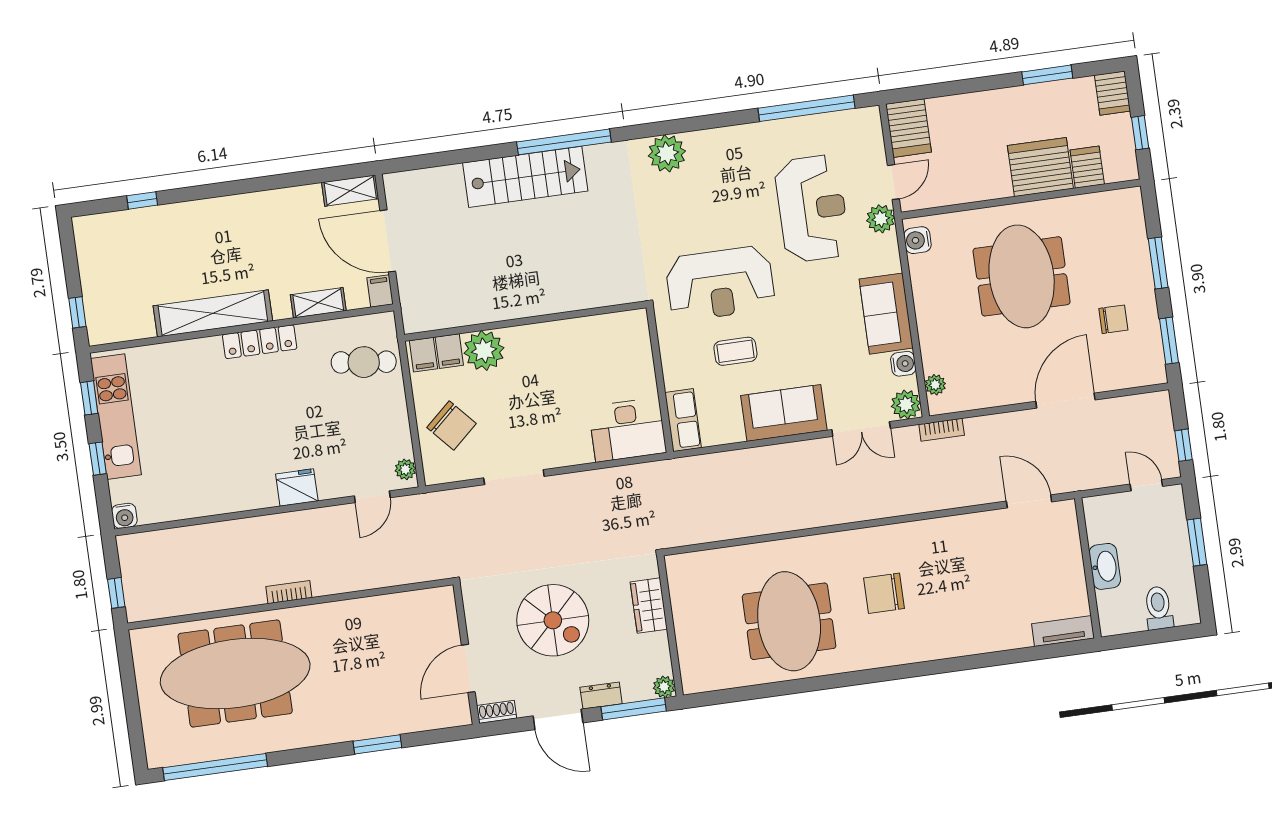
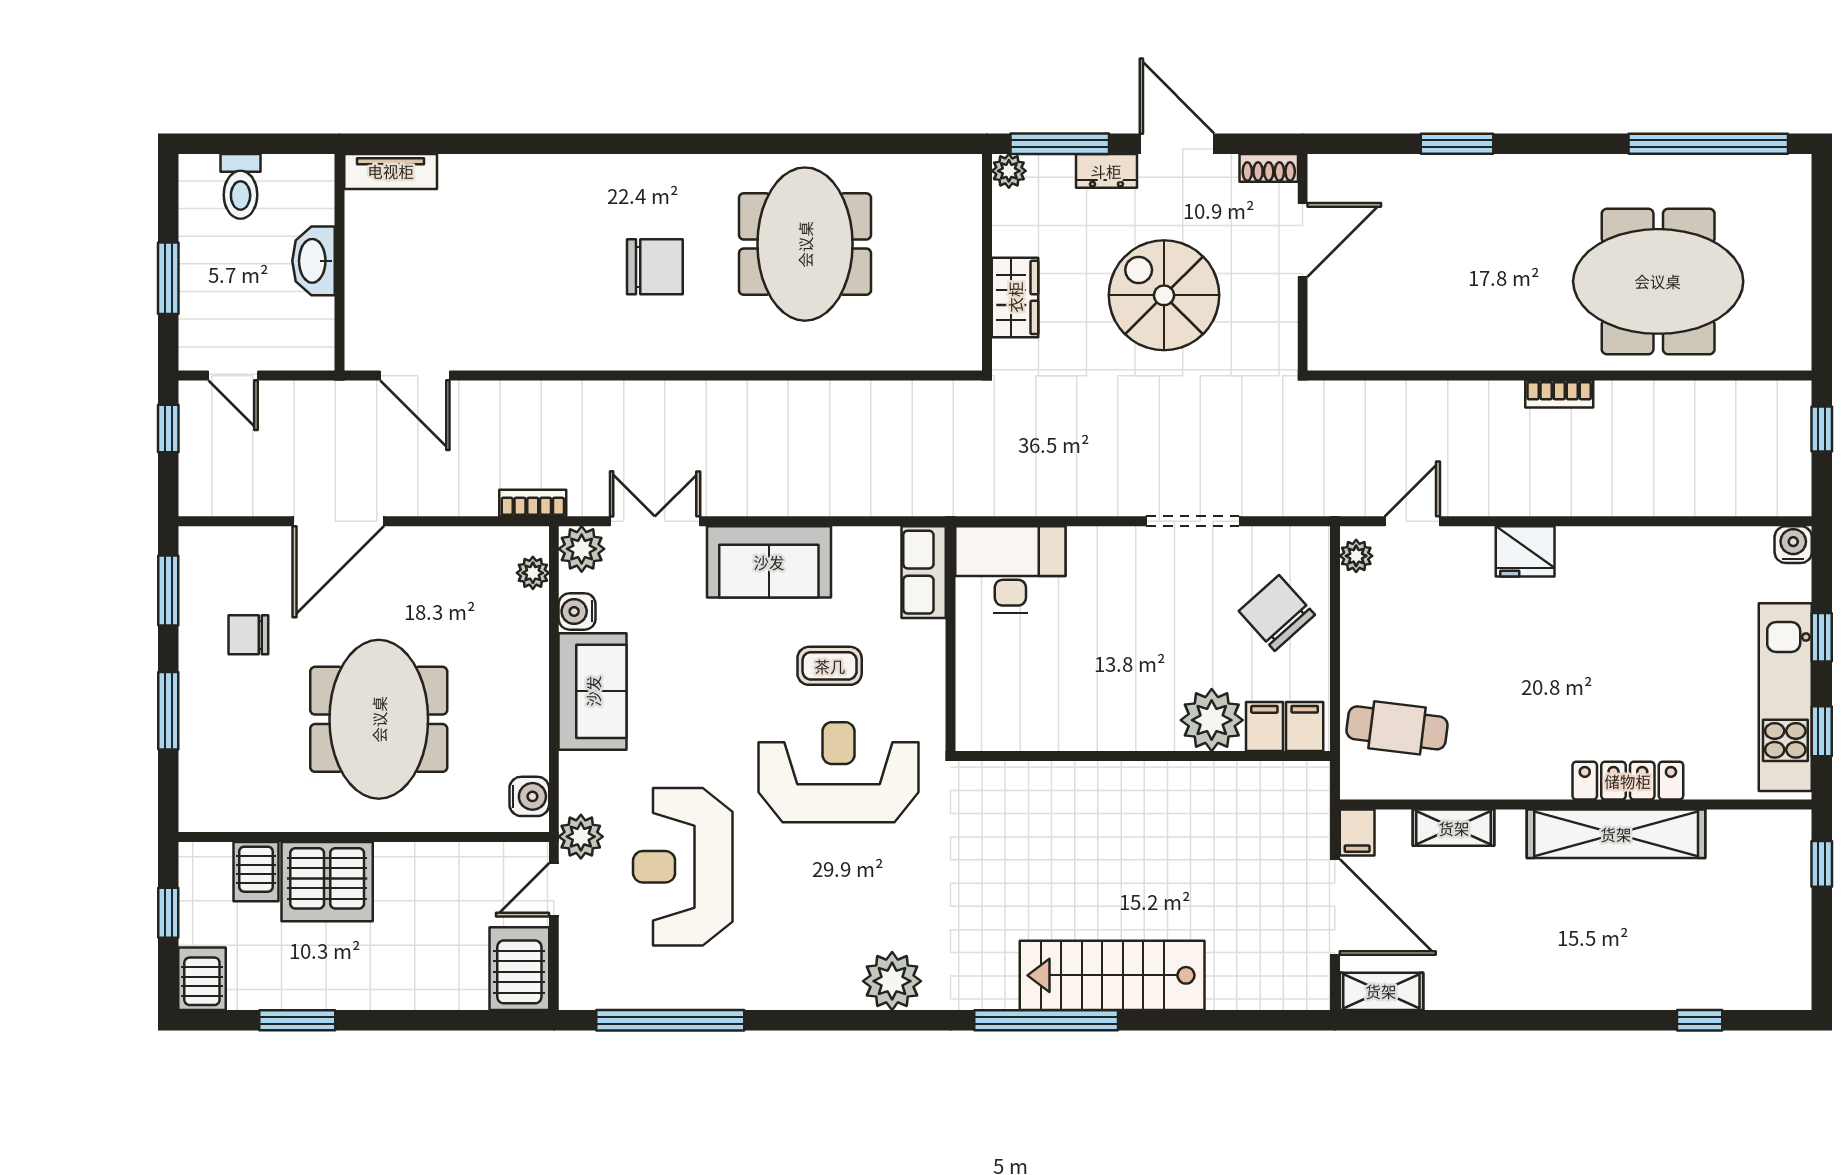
locker: (260, 342) -> (1628, 781), moved
meeting table: (235, 674) -> (1658, 281), width x0.73

